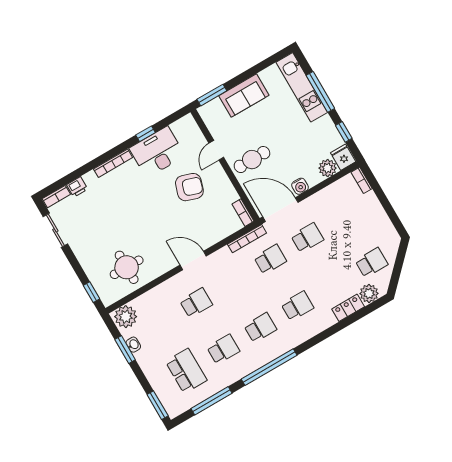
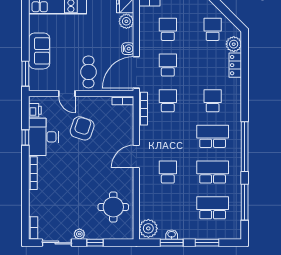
printer: (77, 187) -> (35, 110), moved
school desk: (344, 216) -> (168, 29), added
plant: (78, 248) -> (79, 234), added
window: (92, 292) -> (95, 243), moved
school desk: (260, 328) -> (213, 136), width x1.85
school desk: (223, 349) -> (213, 172), width x1.85
window: (158, 405) -> (207, 243), moved

